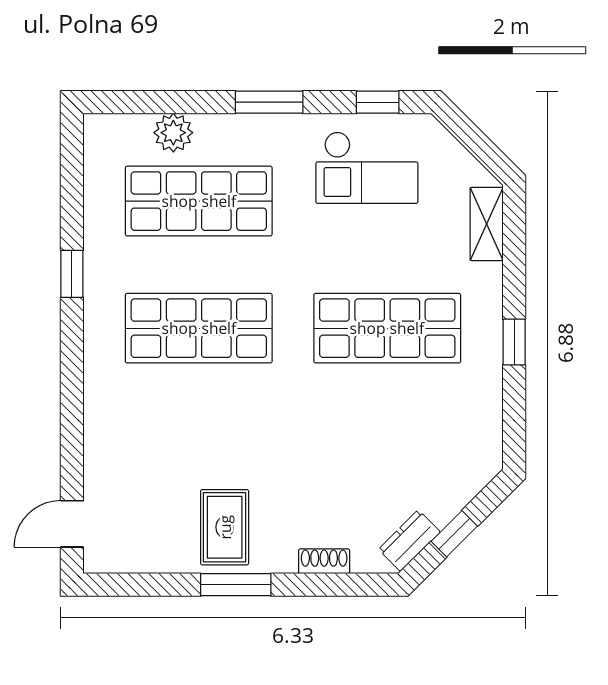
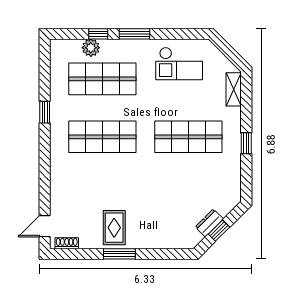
window: (378, 102) -> (98, 34), moved
dresser: (409, 541) -> (209, 223), moved
shoe rack: (324, 561) -> (67, 243), moved

